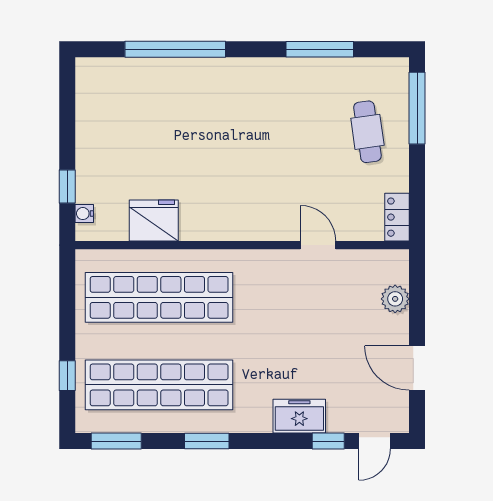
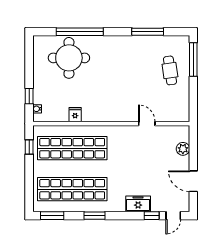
round table: (152, 105) -> (69, 58), added
locker: (397, 217) -> (184, 110), removed
fridge: (154, 220) -> (75, 115), width x0.53, depth x0.75
window: (67, 376) -> (29, 147), moved

